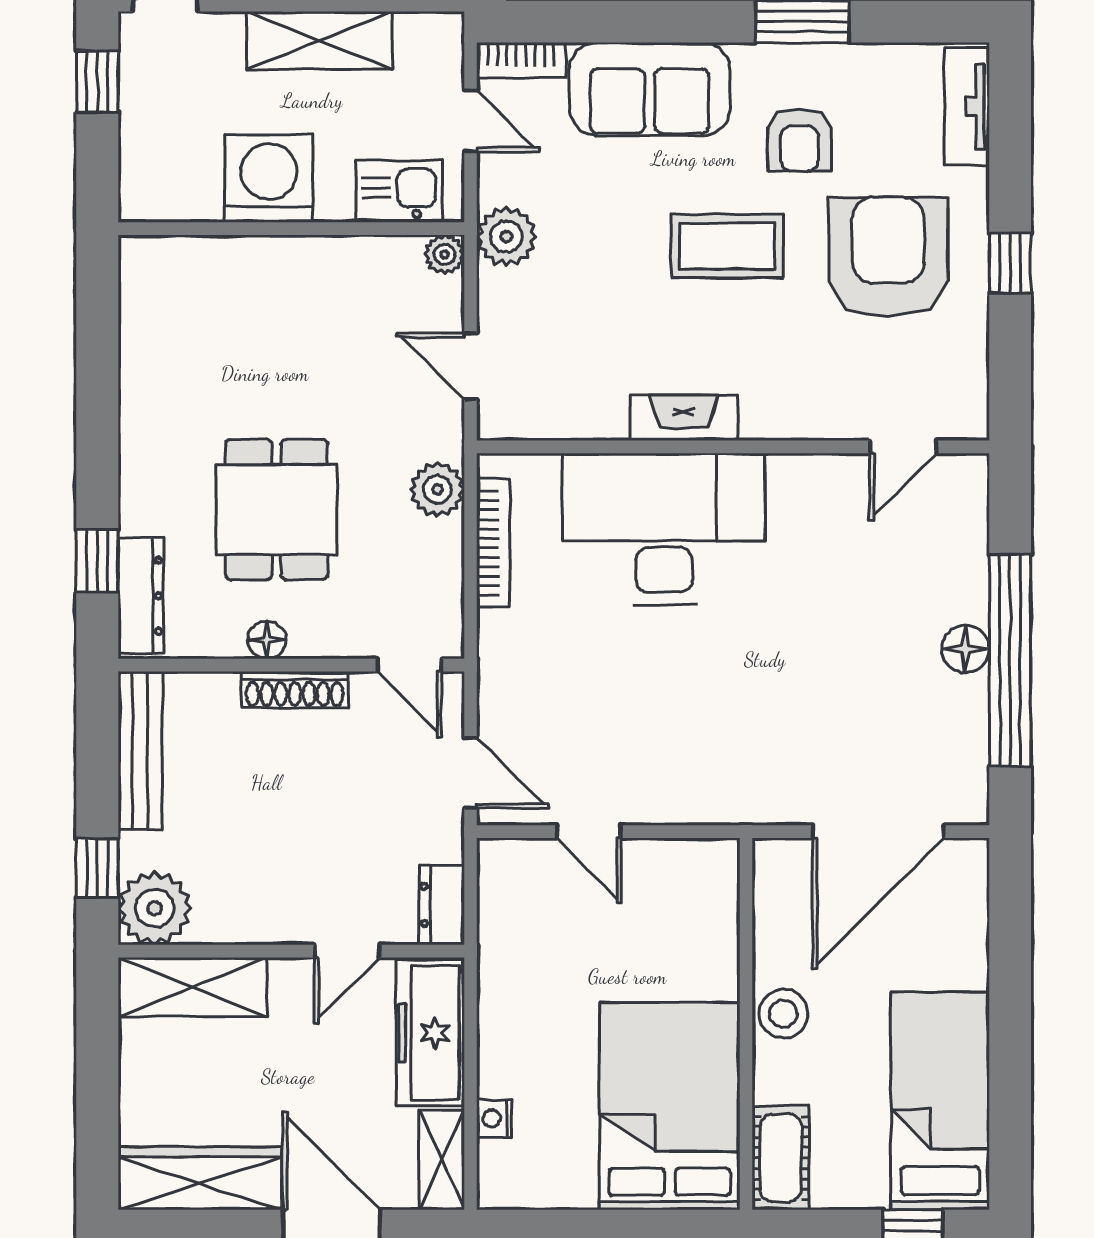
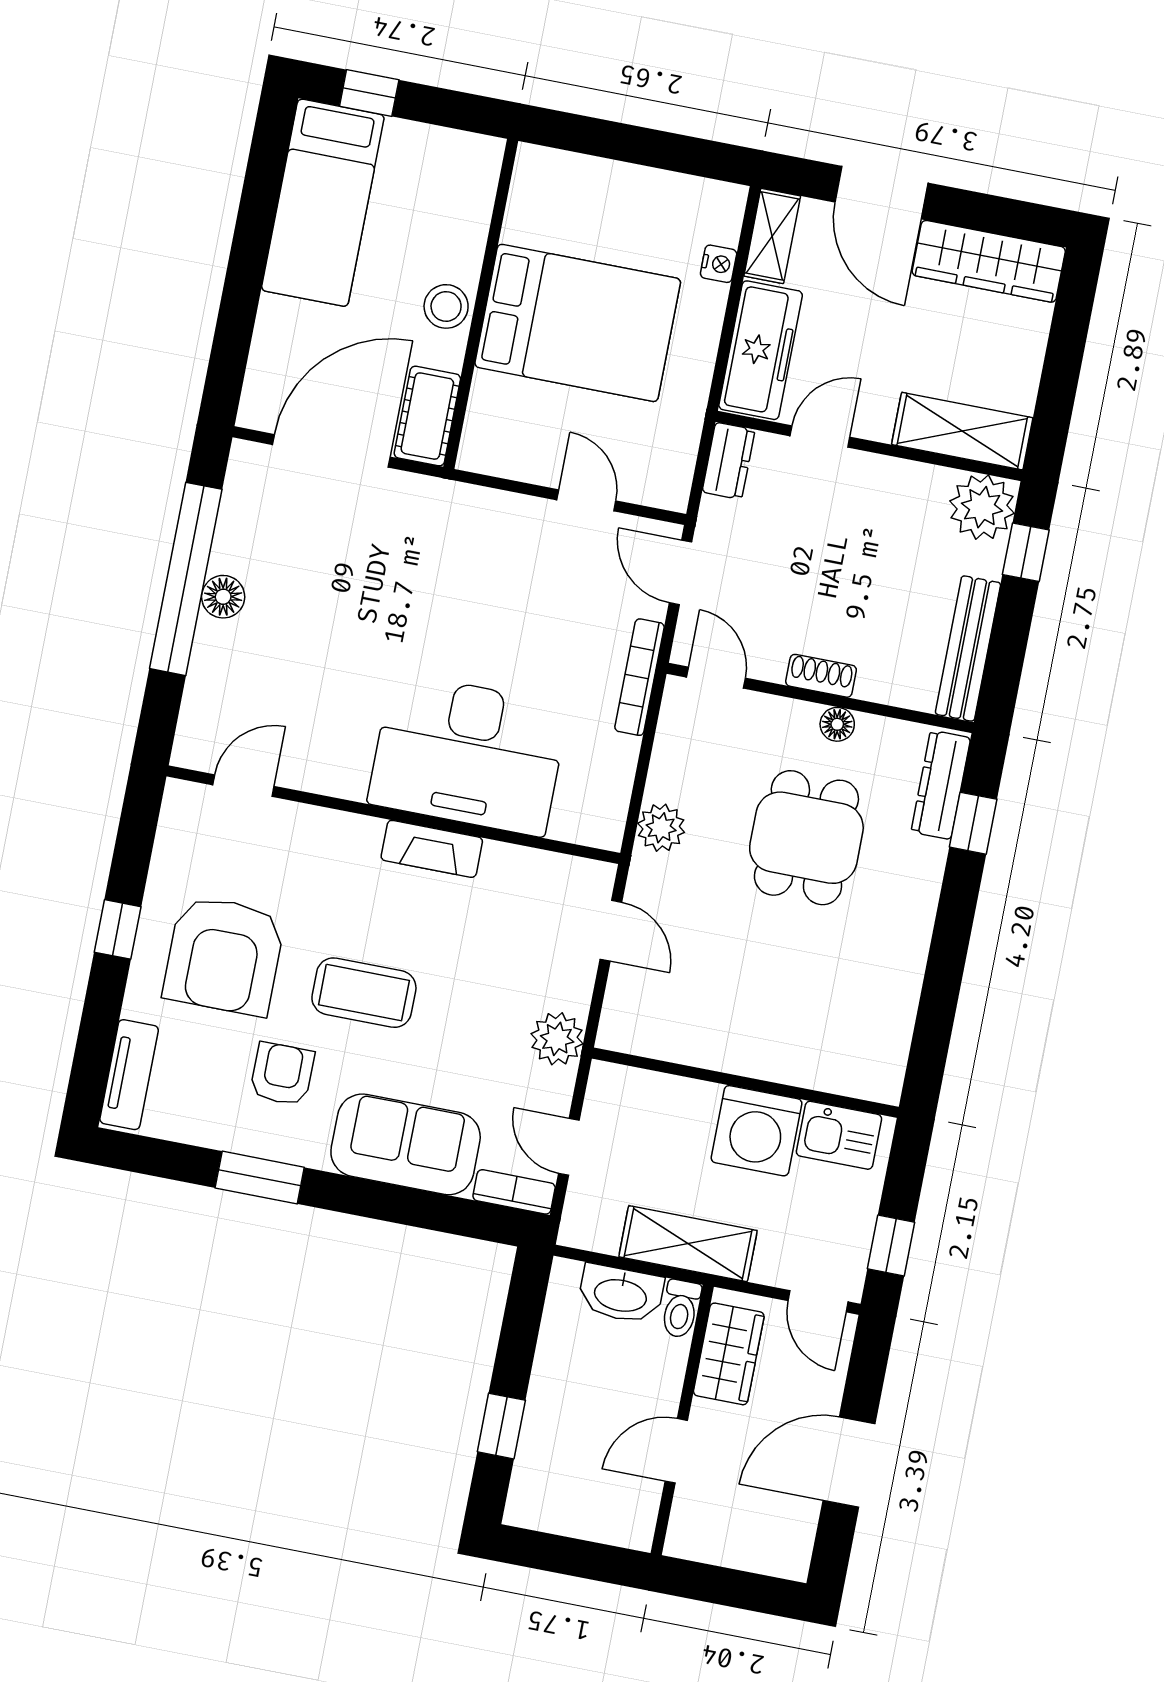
kitchen sink: (399, 191) -> (839, 1135), moved
plant: (445, 254) -> (615, 1034), removed
bookcase: (493, 543) -> (639, 677), moved
shoe rack: (295, 690) -> (821, 676), width x0.70
bed: (670, 1106) -> (578, 323), moved, turned -90
cot: (781, 1158) -> (427, 416), moved

